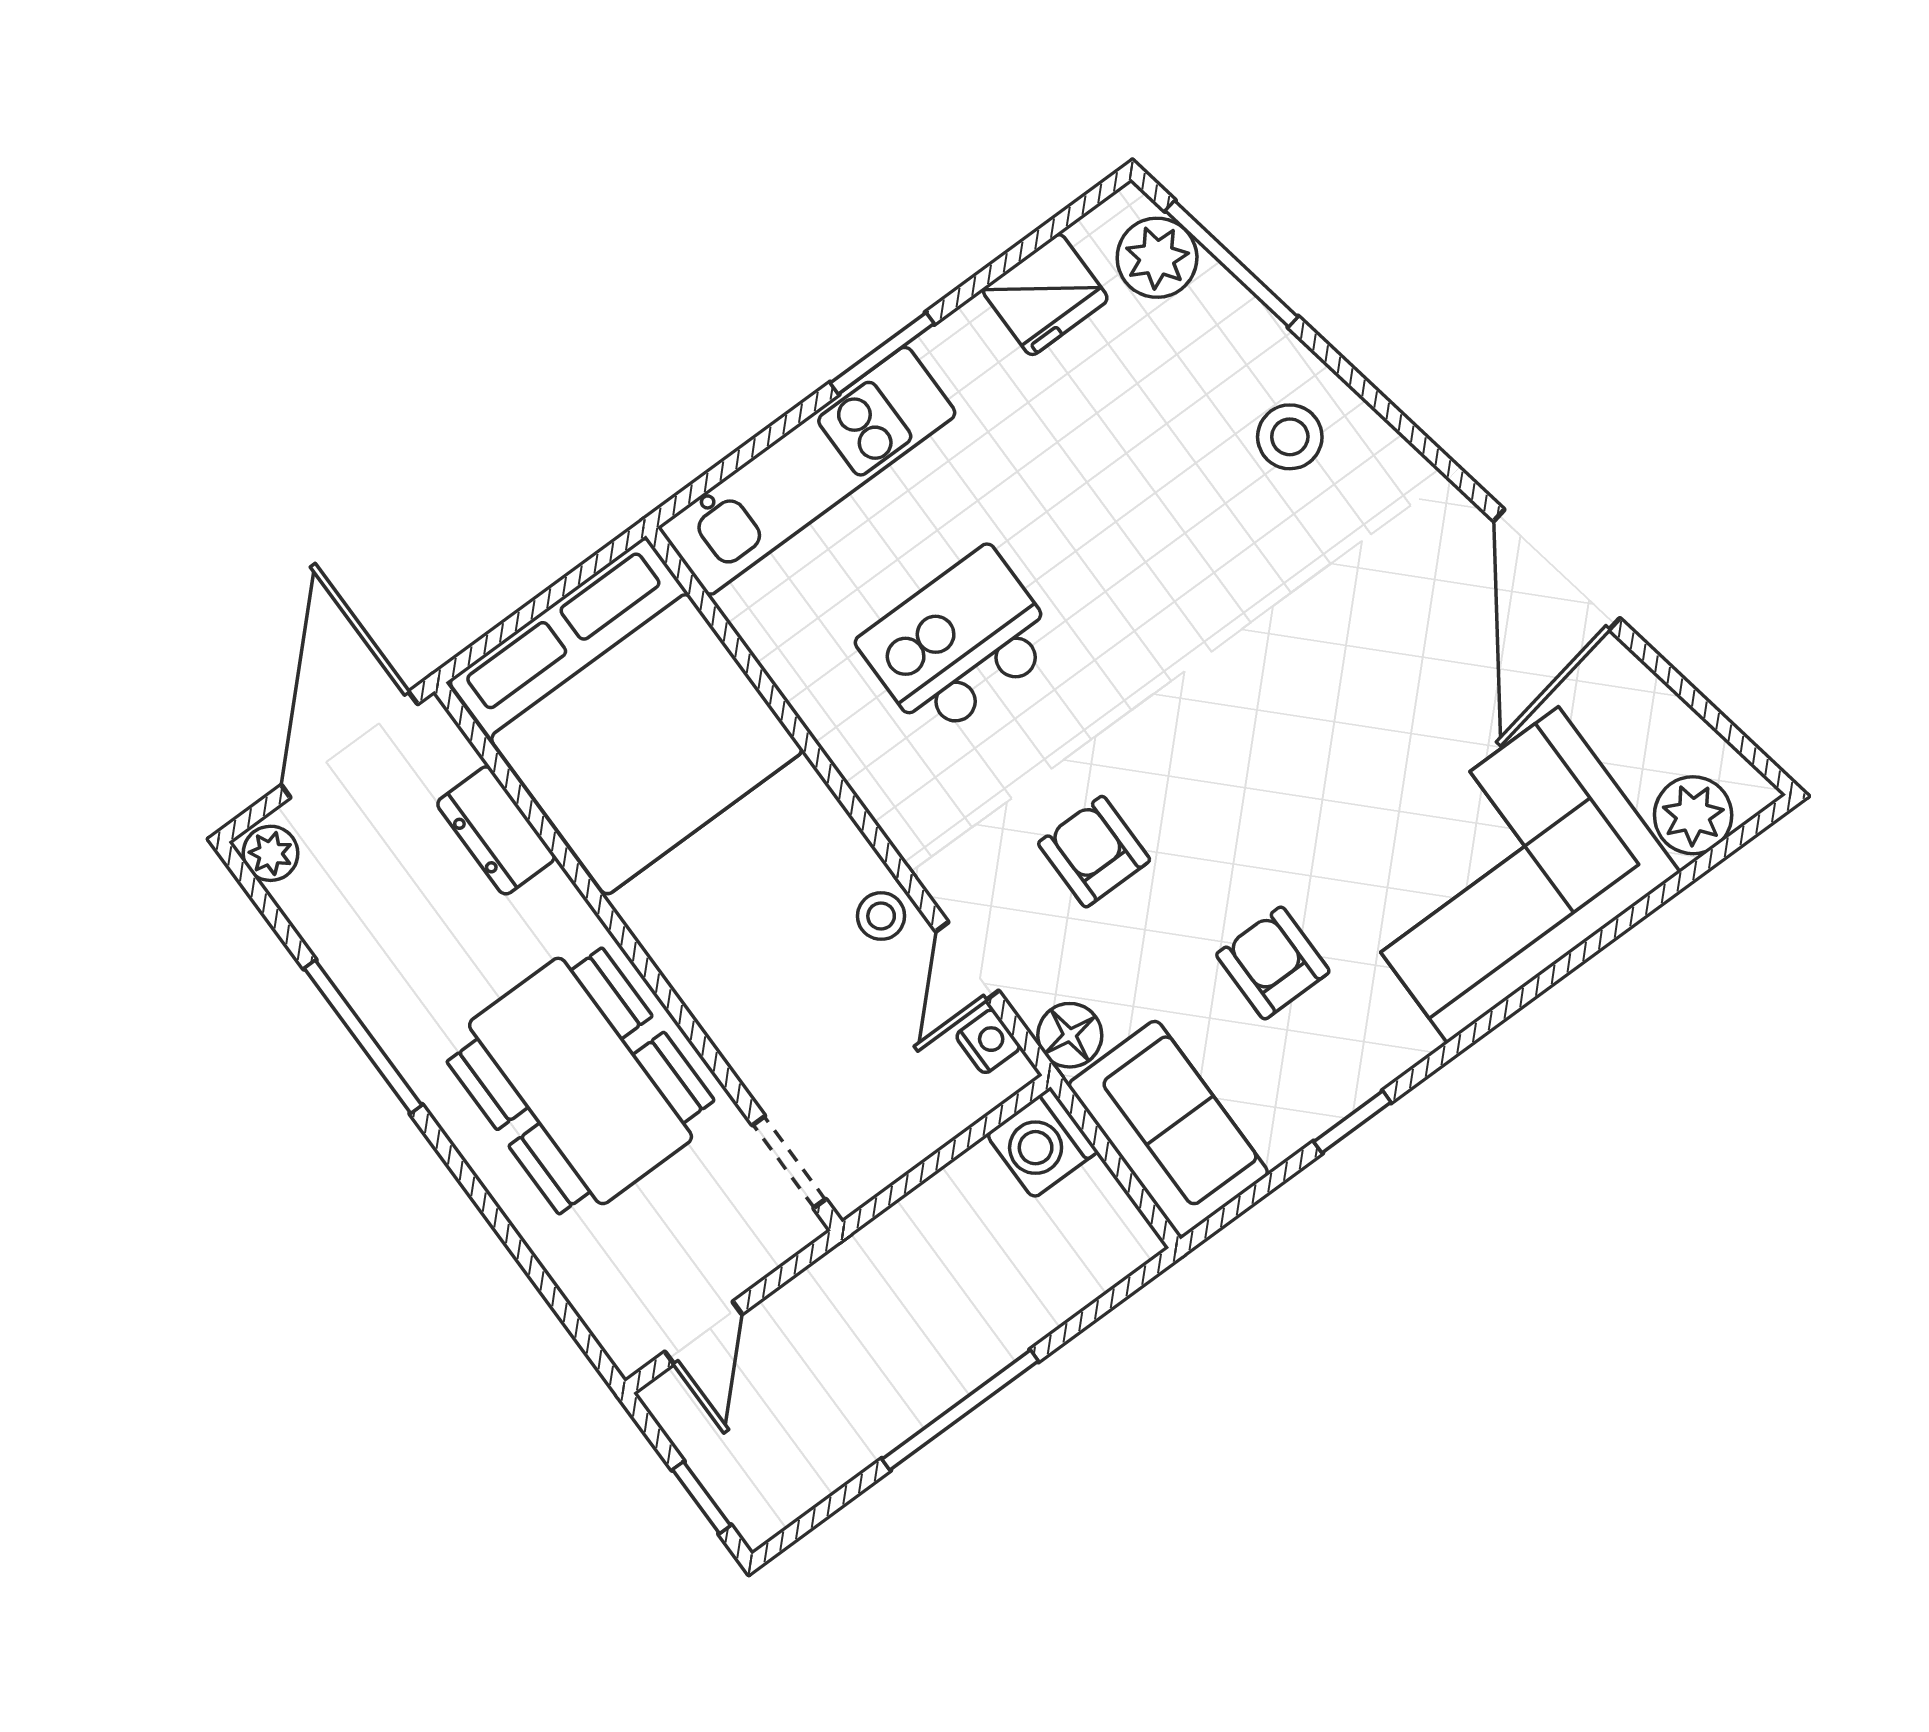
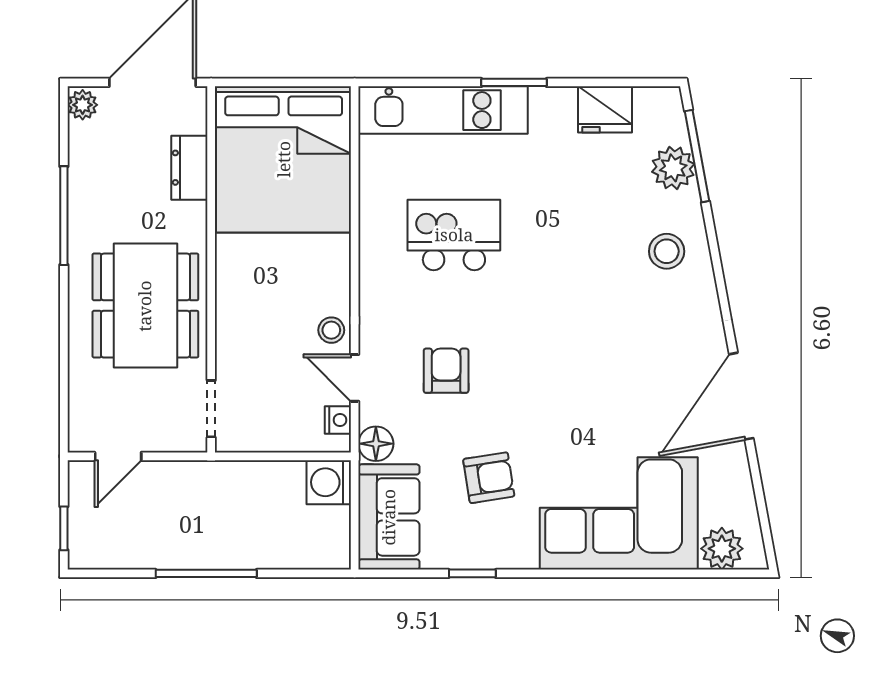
plant: (1157, 258) -> (673, 168), moved
door: (967, 961) -> (355, 378), hinge flipped
armchair: (1273, 963) -> (489, 478), turned 81

